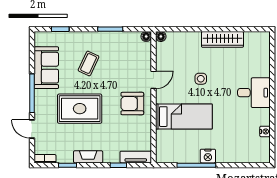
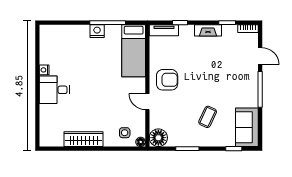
floor lamp: (146, 36) -> (158, 138), width x1.89, depth x1.89
sofa: (46, 68) -> (247, 127), moved
side table: (201, 79) -> (125, 133), moved
door: (154, 80) -> (147, 102), hinge flipped
rug: (80, 109) -> (216, 75), removed
bed: (184, 117) -> (134, 51), moved, turned -90
nightstand: (265, 131) -> (44, 70), moved

